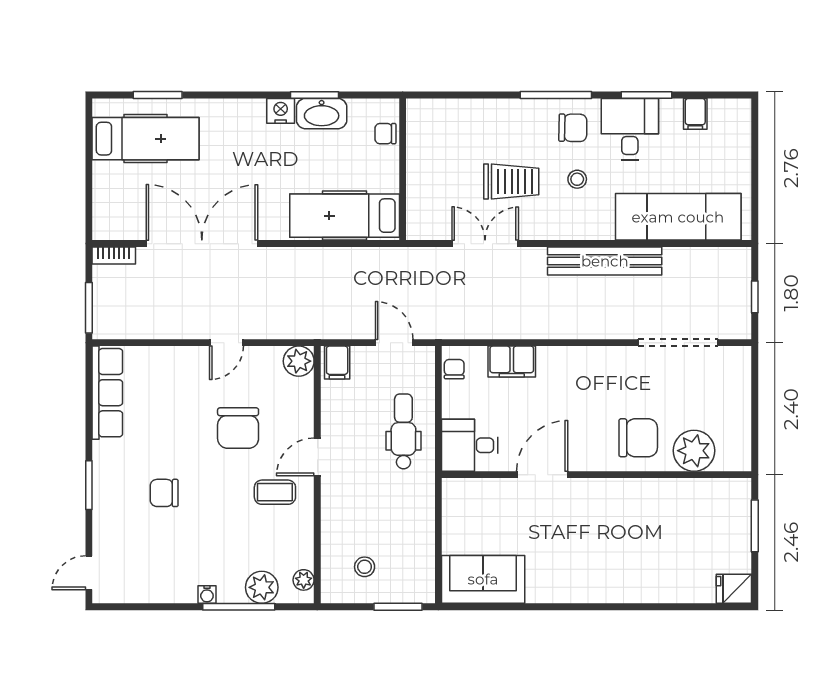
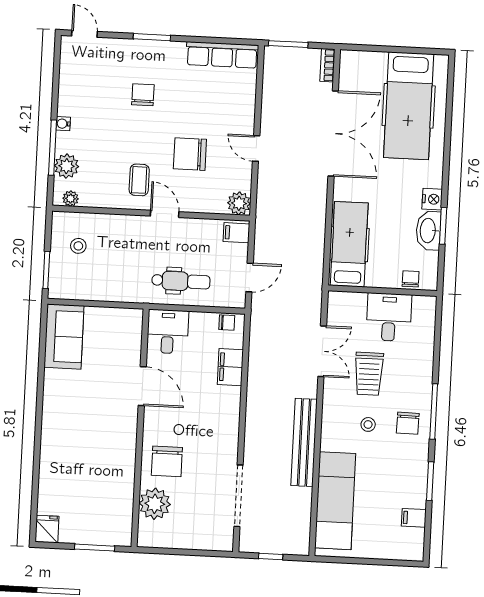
window: (158, 95) -> (449, 105), removed
desk: (630, 129) -> (389, 317), moved, turned -90
hospital bed: (146, 139) -> (409, 106), width x1.37, depth x1.29

